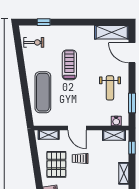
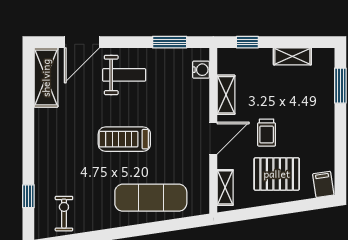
treadmill: (69, 65) -> (124, 139), moved
weight bench: (110, 88) -> (124, 75), moved
shelving: (114, 135) -> (226, 95), moved

